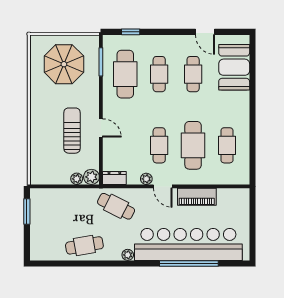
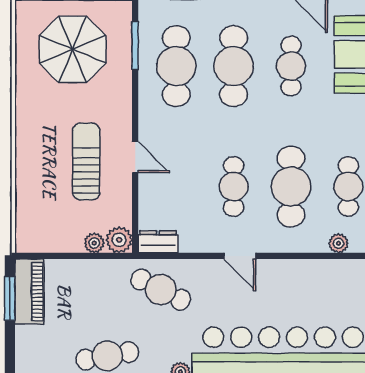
cafe table: (159, 74) -> (234, 66), width x1.37, depth x1.35
plant: (146, 179) -> (339, 243), moved
piano: (197, 197) -> (29, 292), moved, turned -90

